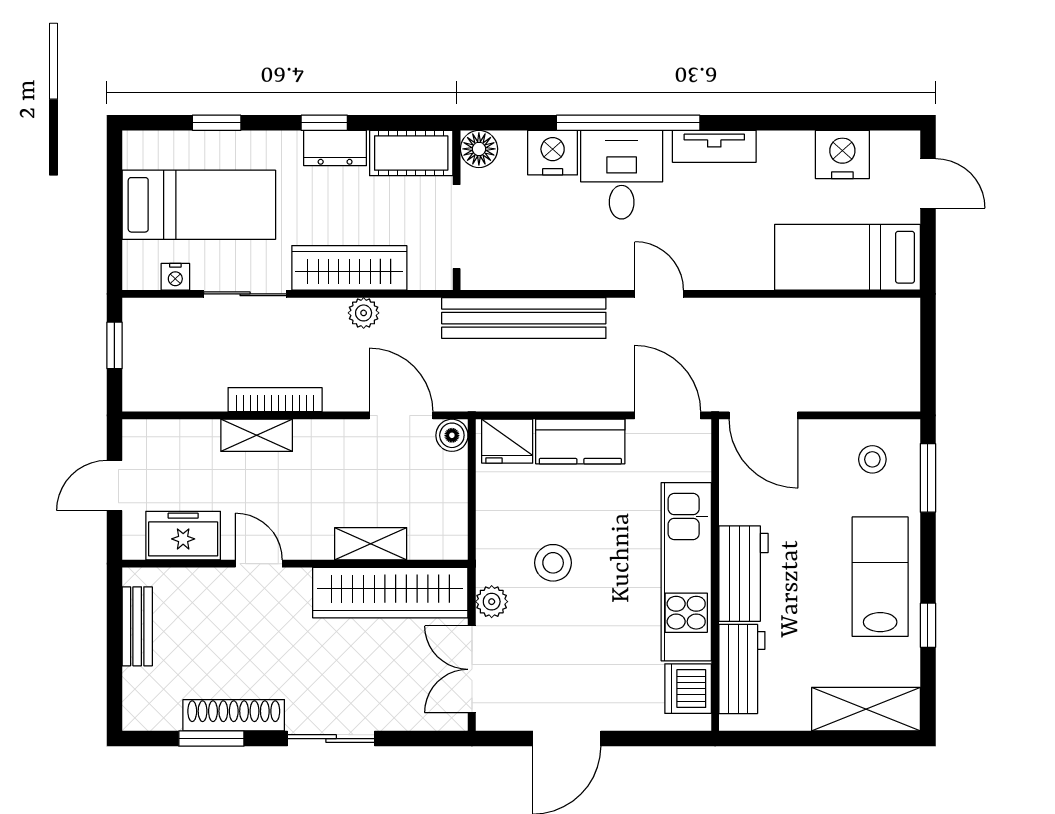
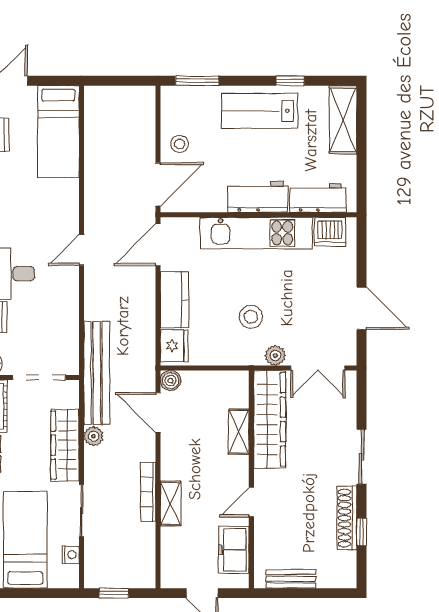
bench: (524, 318) -> (97, 373), moved
door: (401, 415) -> (158, 413), hinge flipped
stool: (872, 459) -> (180, 144), moved
window: (211, 739) -> (362, 532), width x0.67

